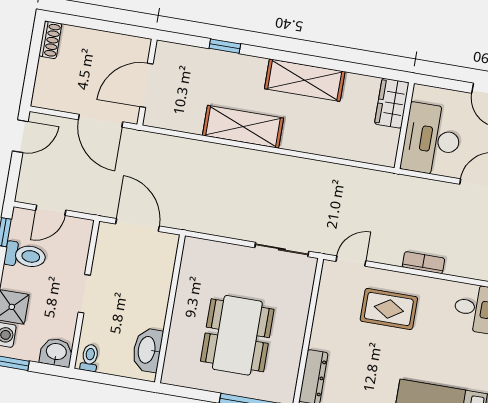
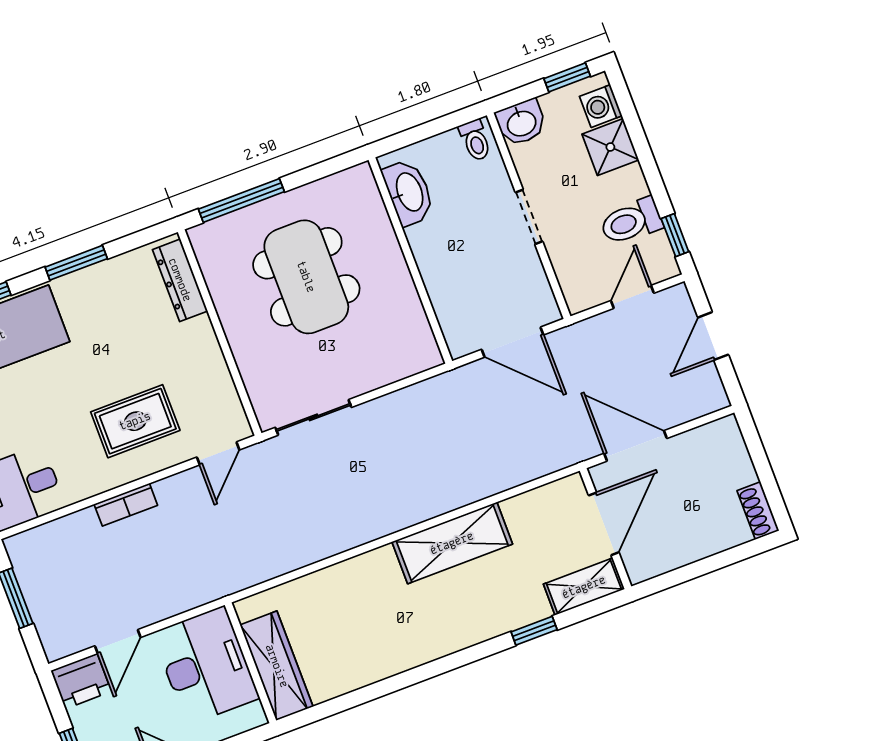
shelving: (305, 80) -> (584, 587), moved, width x0.67, depth x0.75
wardrobe: (392, 103) -> (277, 666), width x1.50
door: (20, 136) -> (713, 336), moved

